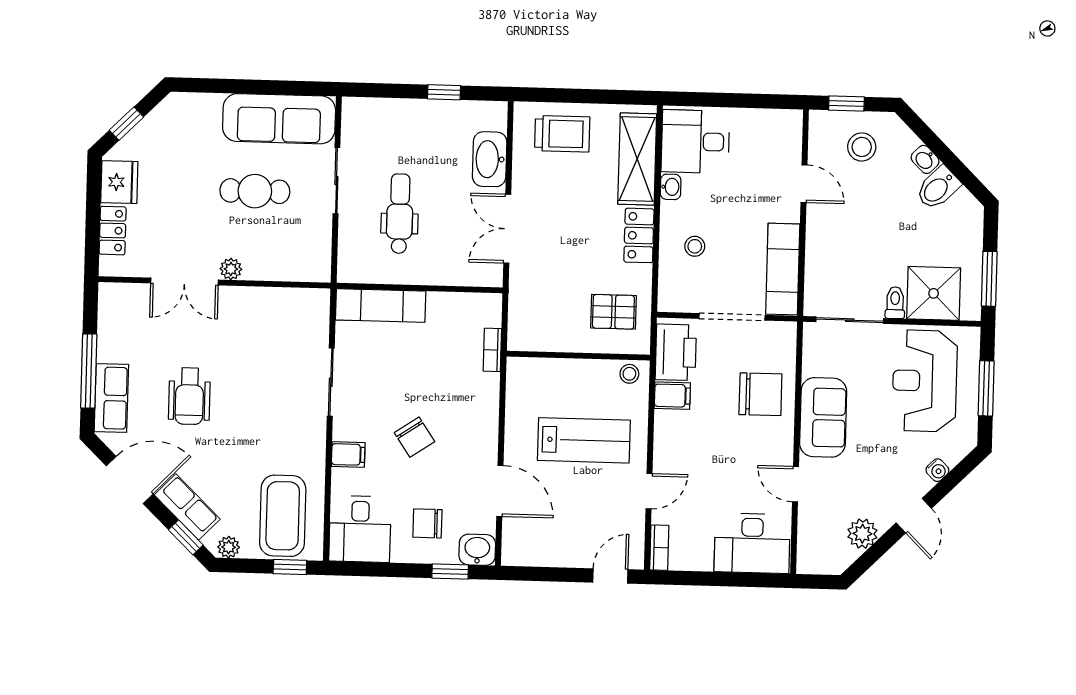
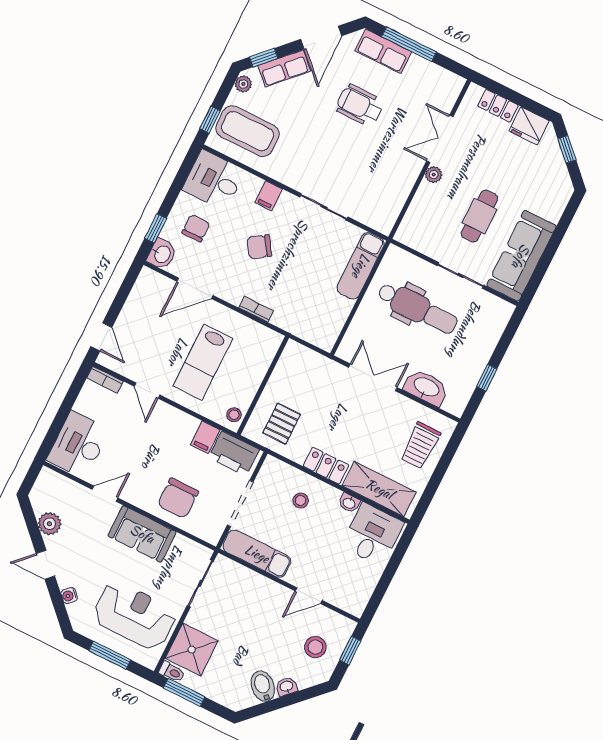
dental chair: (400, 214) -> (418, 308), width x1.36, depth x1.38
toilet: (895, 303) -> (172, 672), moved
bookcase: (492, 350) -> (256, 309), moved

